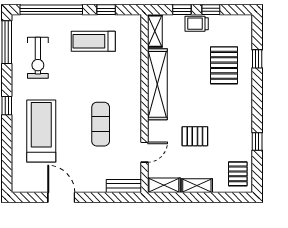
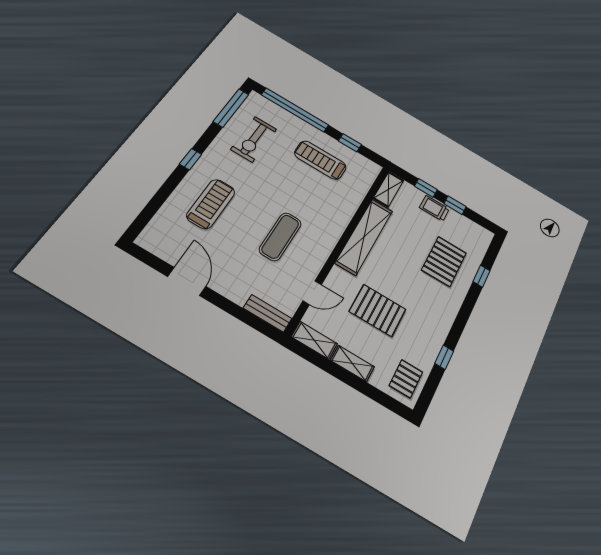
treadmill: (41, 131) -> (211, 204), width x0.73, depth x0.73
pallet: (195, 136) -> (378, 310), width x1.50, depth x1.42

